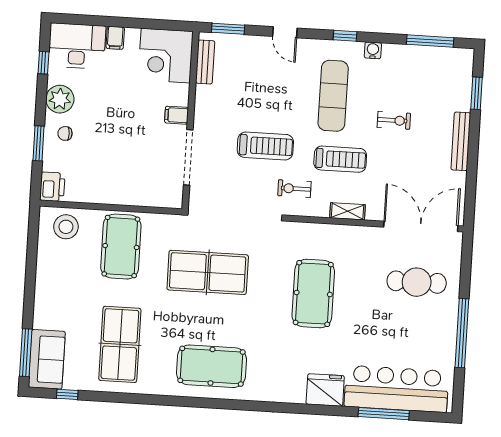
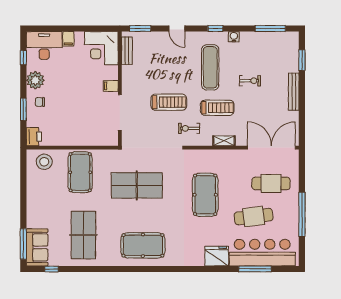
cafe table: (386, 332) -> (254, 217), added

